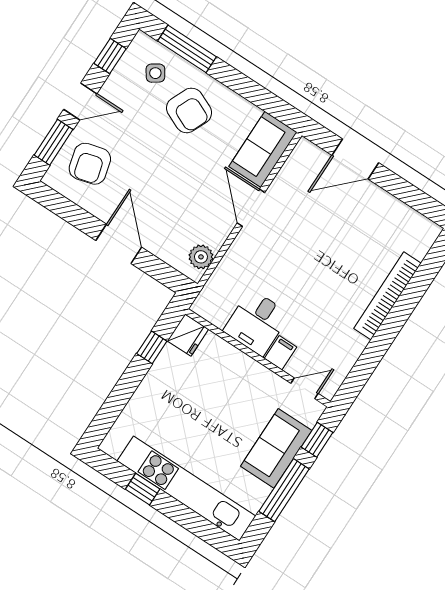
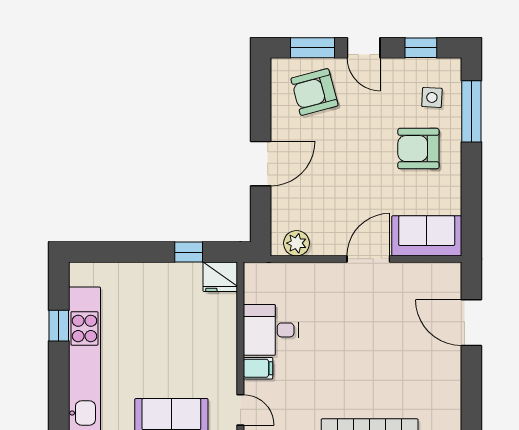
side table: (155, 73) -> (432, 97), turned 37
armchair: (189, 110) -> (418, 149), turned 66

